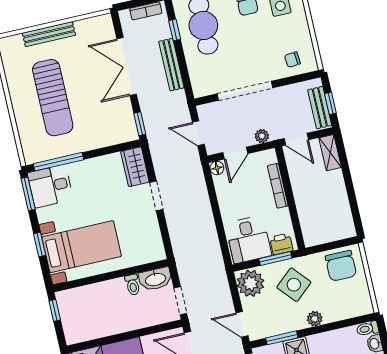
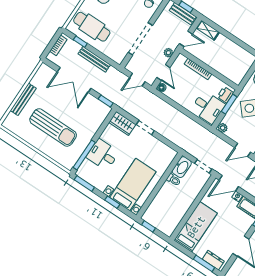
desk: (50, 186) -> (103, 155), moved, turned 90
plant: (251, 283) -> (223, 128), width x0.53, depth x0.53

